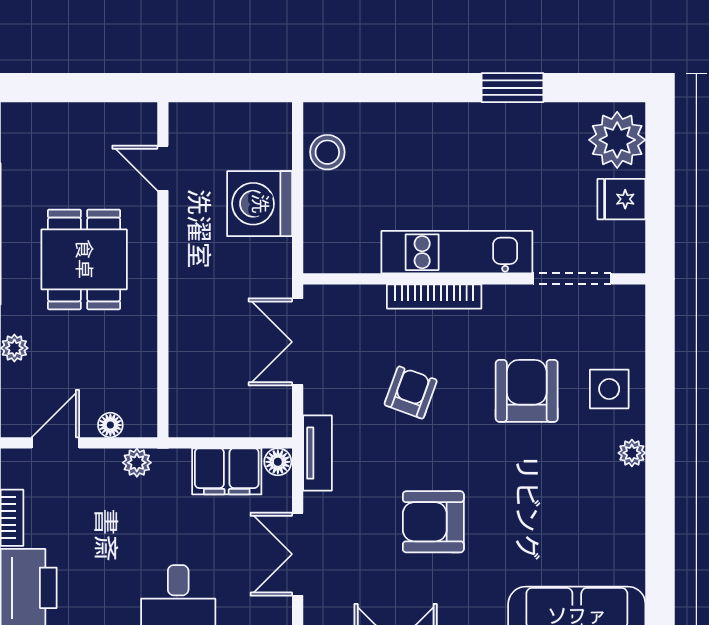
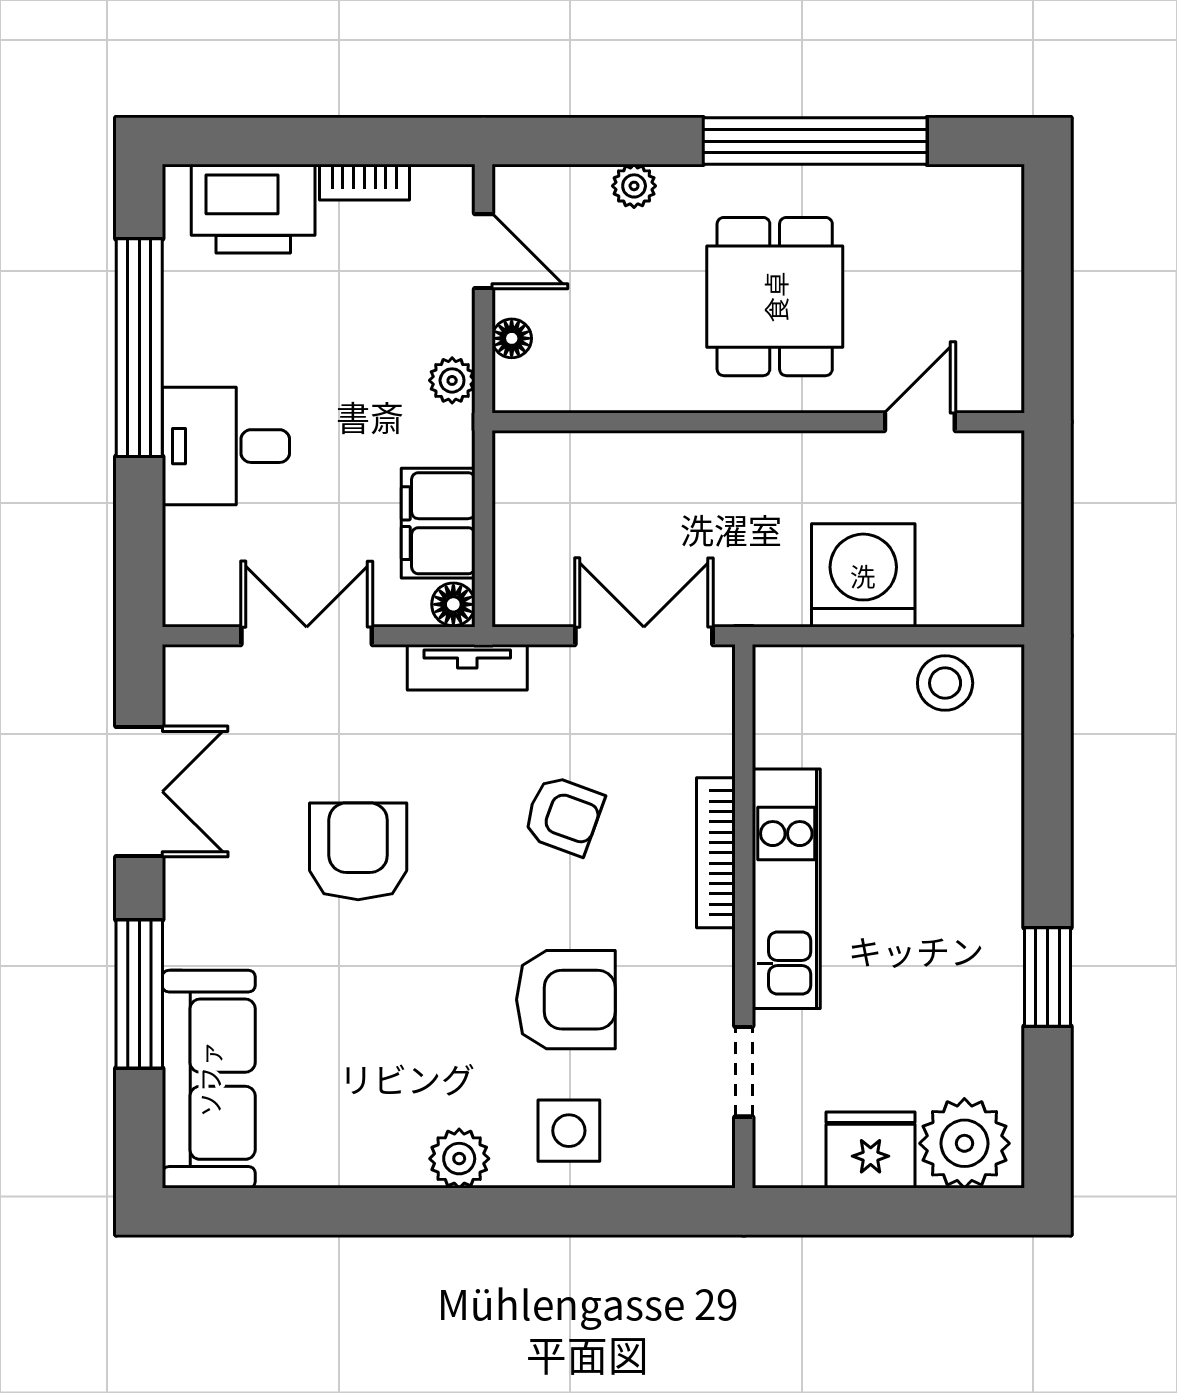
fridge: (621, 199) -> (871, 1150), width x1.38
dining table: (84, 259) -> (775, 297), turned 90
doorway: (572, 279) -> (744, 1072), width x0.73
plant: (632, 453) -> (459, 1159), width x1.38, depth x1.38

